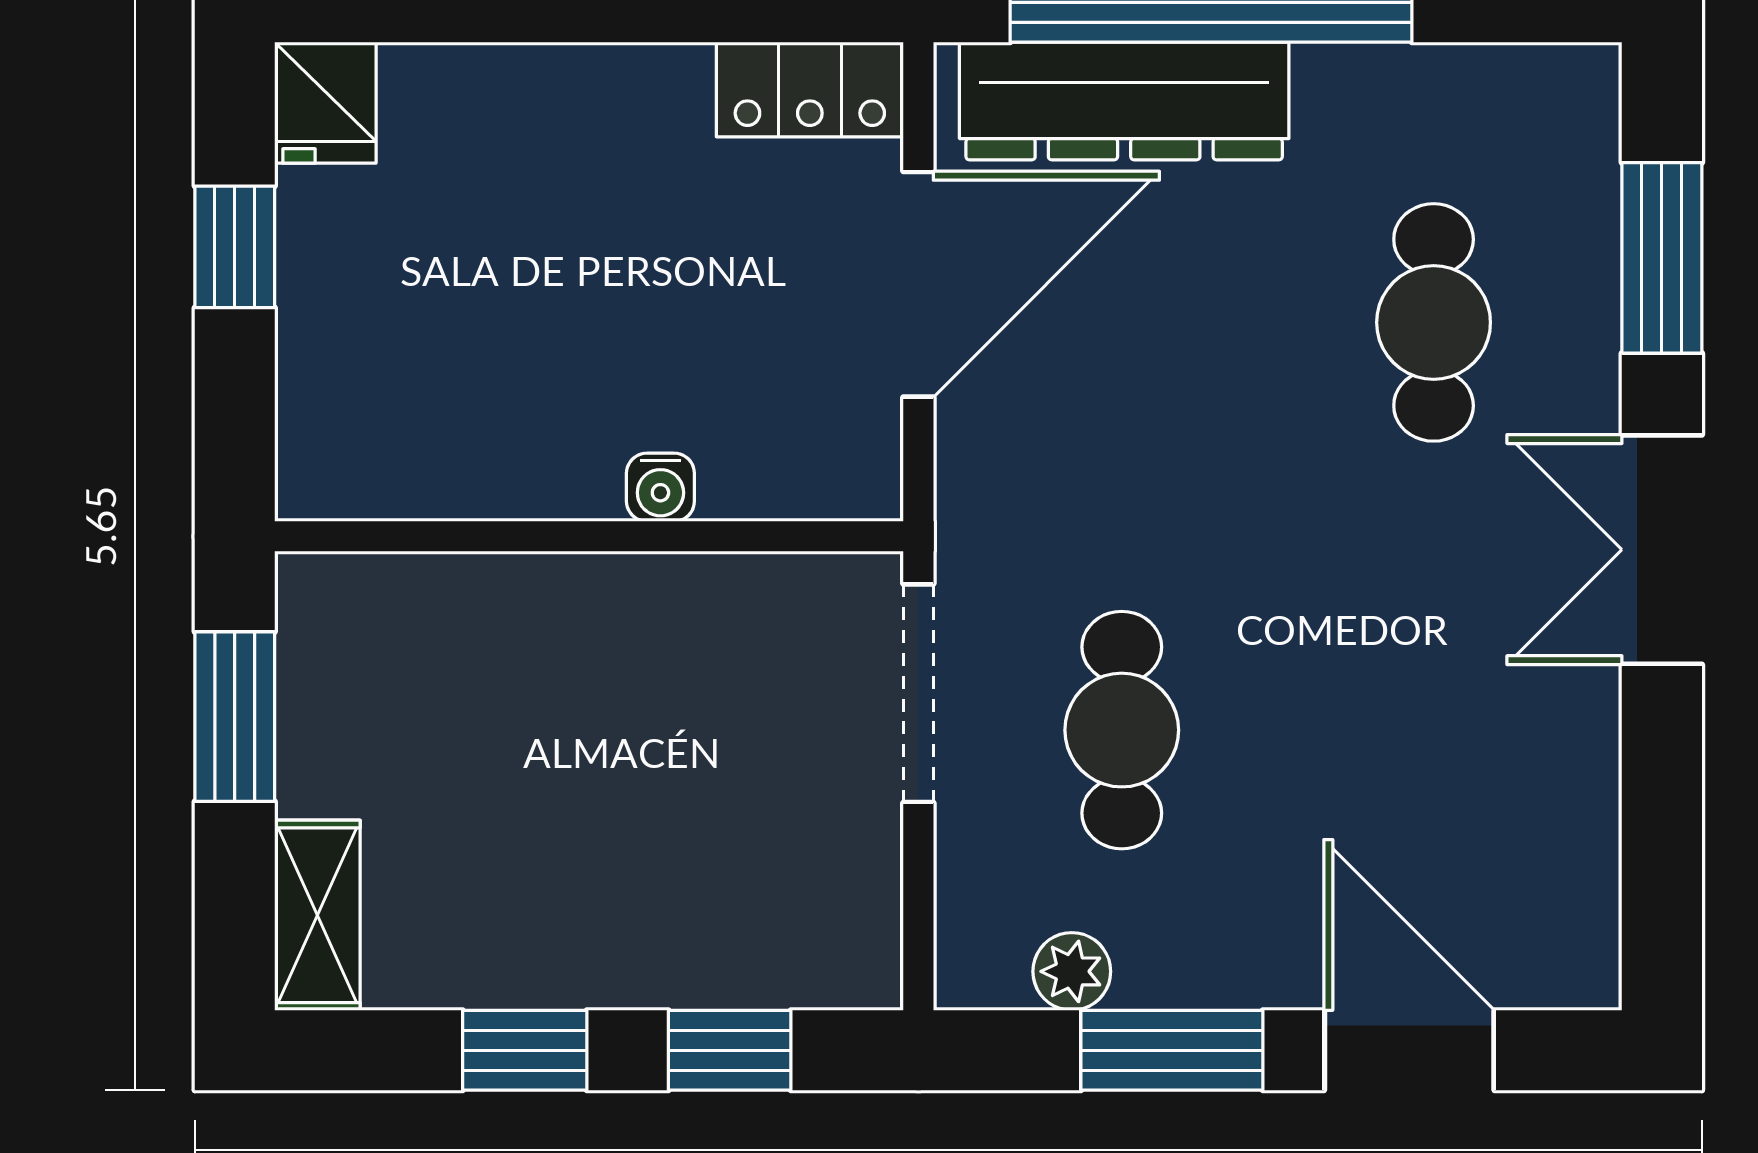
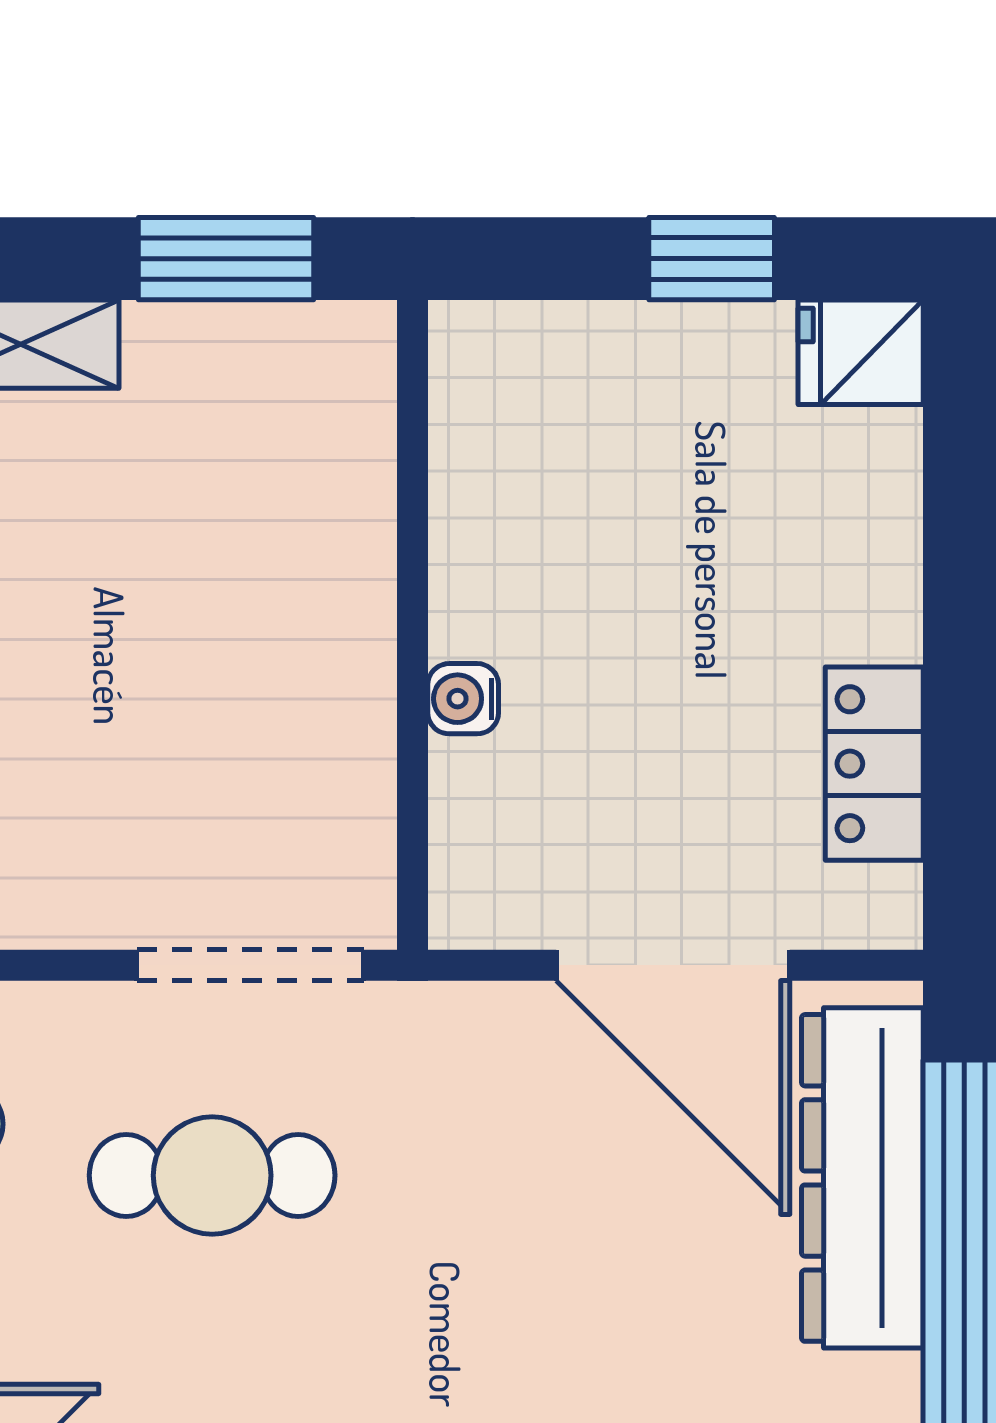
locker: (810, 90) -> (874, 764), moved

